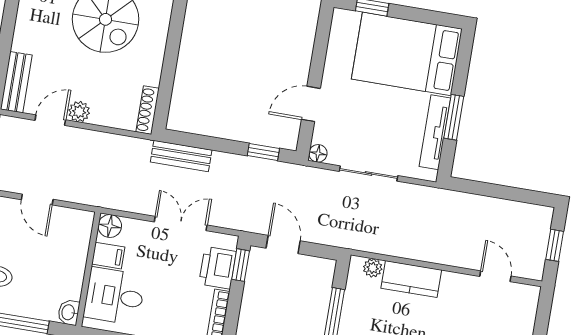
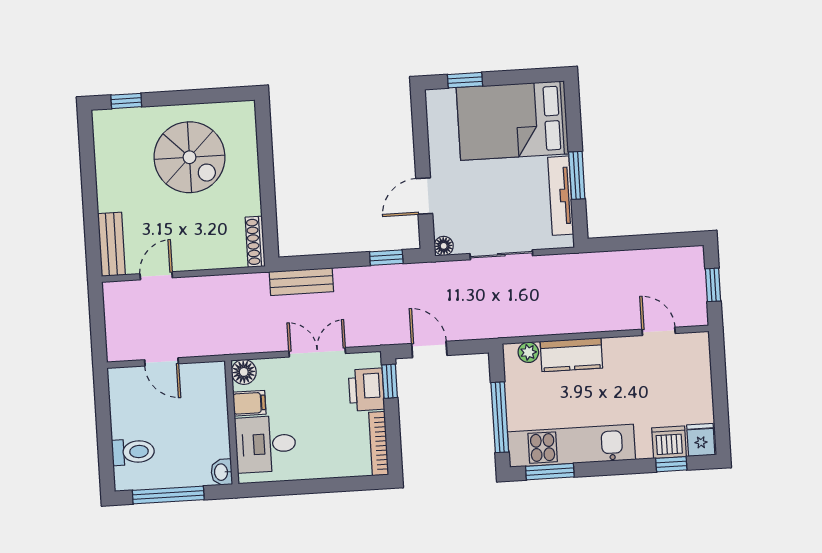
plant: (79, 112) -> (184, 260), removed

